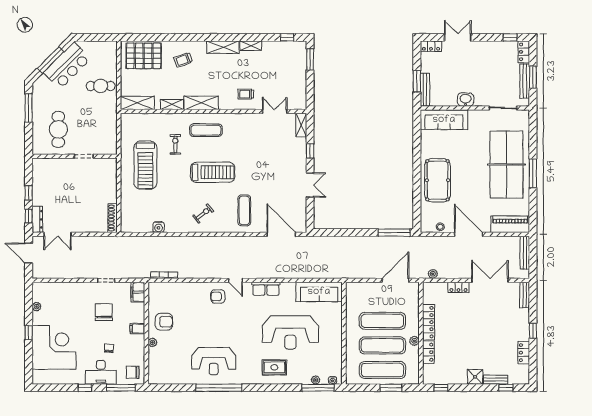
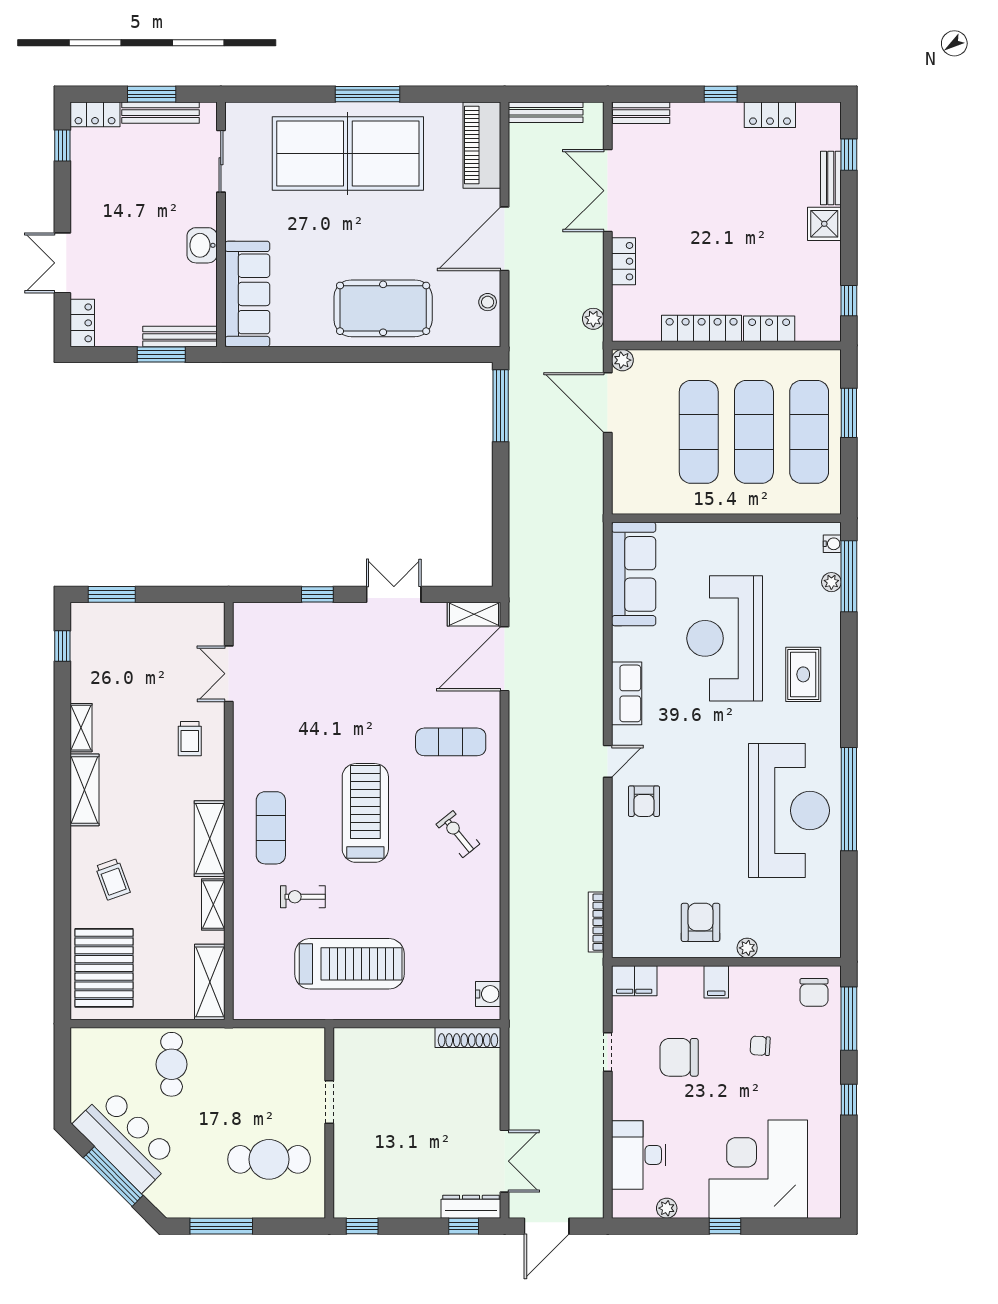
shelving: (301, 125) -> (474, 614), moved
window: (29, 193) -> (362, 1226), moved
water cooler: (159, 227) -> (488, 994), moved
reception desk: (290, 332) -> (725, 638), turned 180
plant: (414, 341) -> (622, 360), moved
reception desk: (214, 361) -> (789, 811), width x1.36, depth x1.30
desk: (101, 372) -> (639, 1155), moved, turned 180

